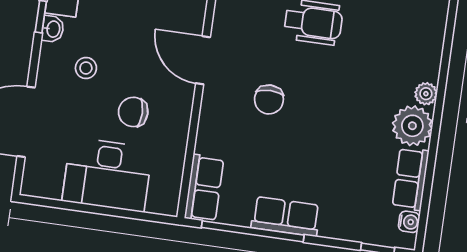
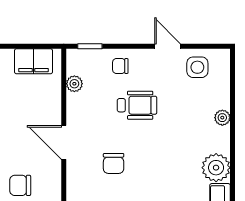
plant: (426, 94) -> (222, 118), moved

